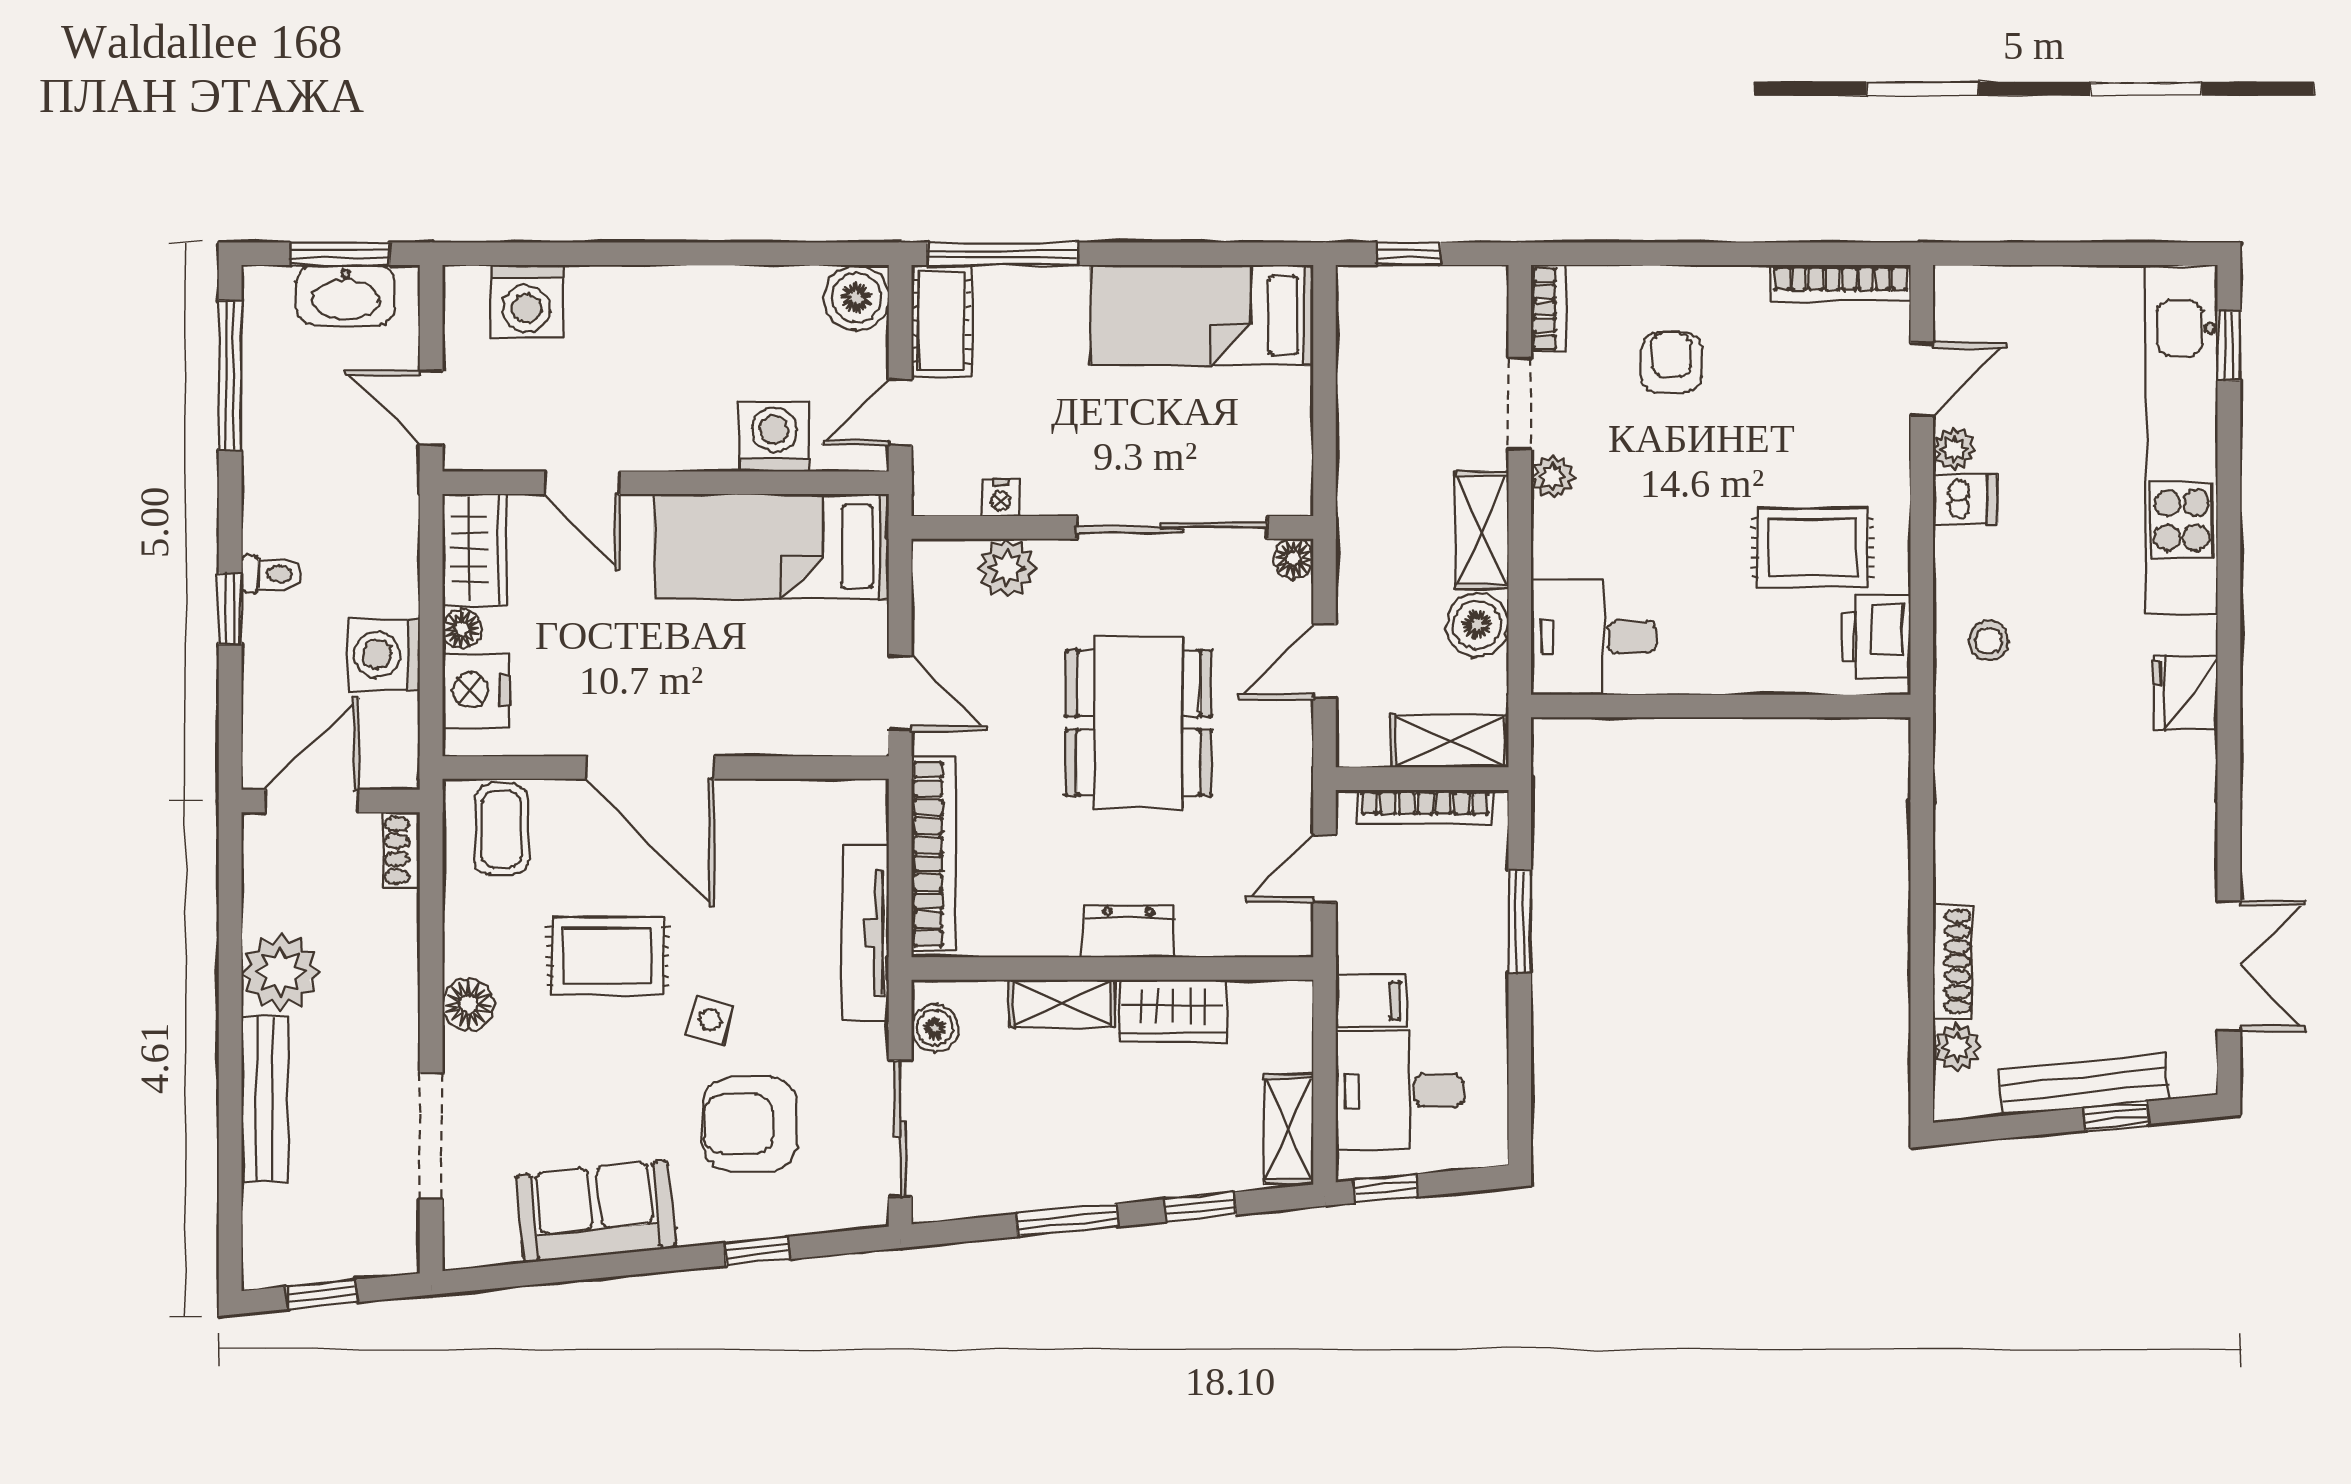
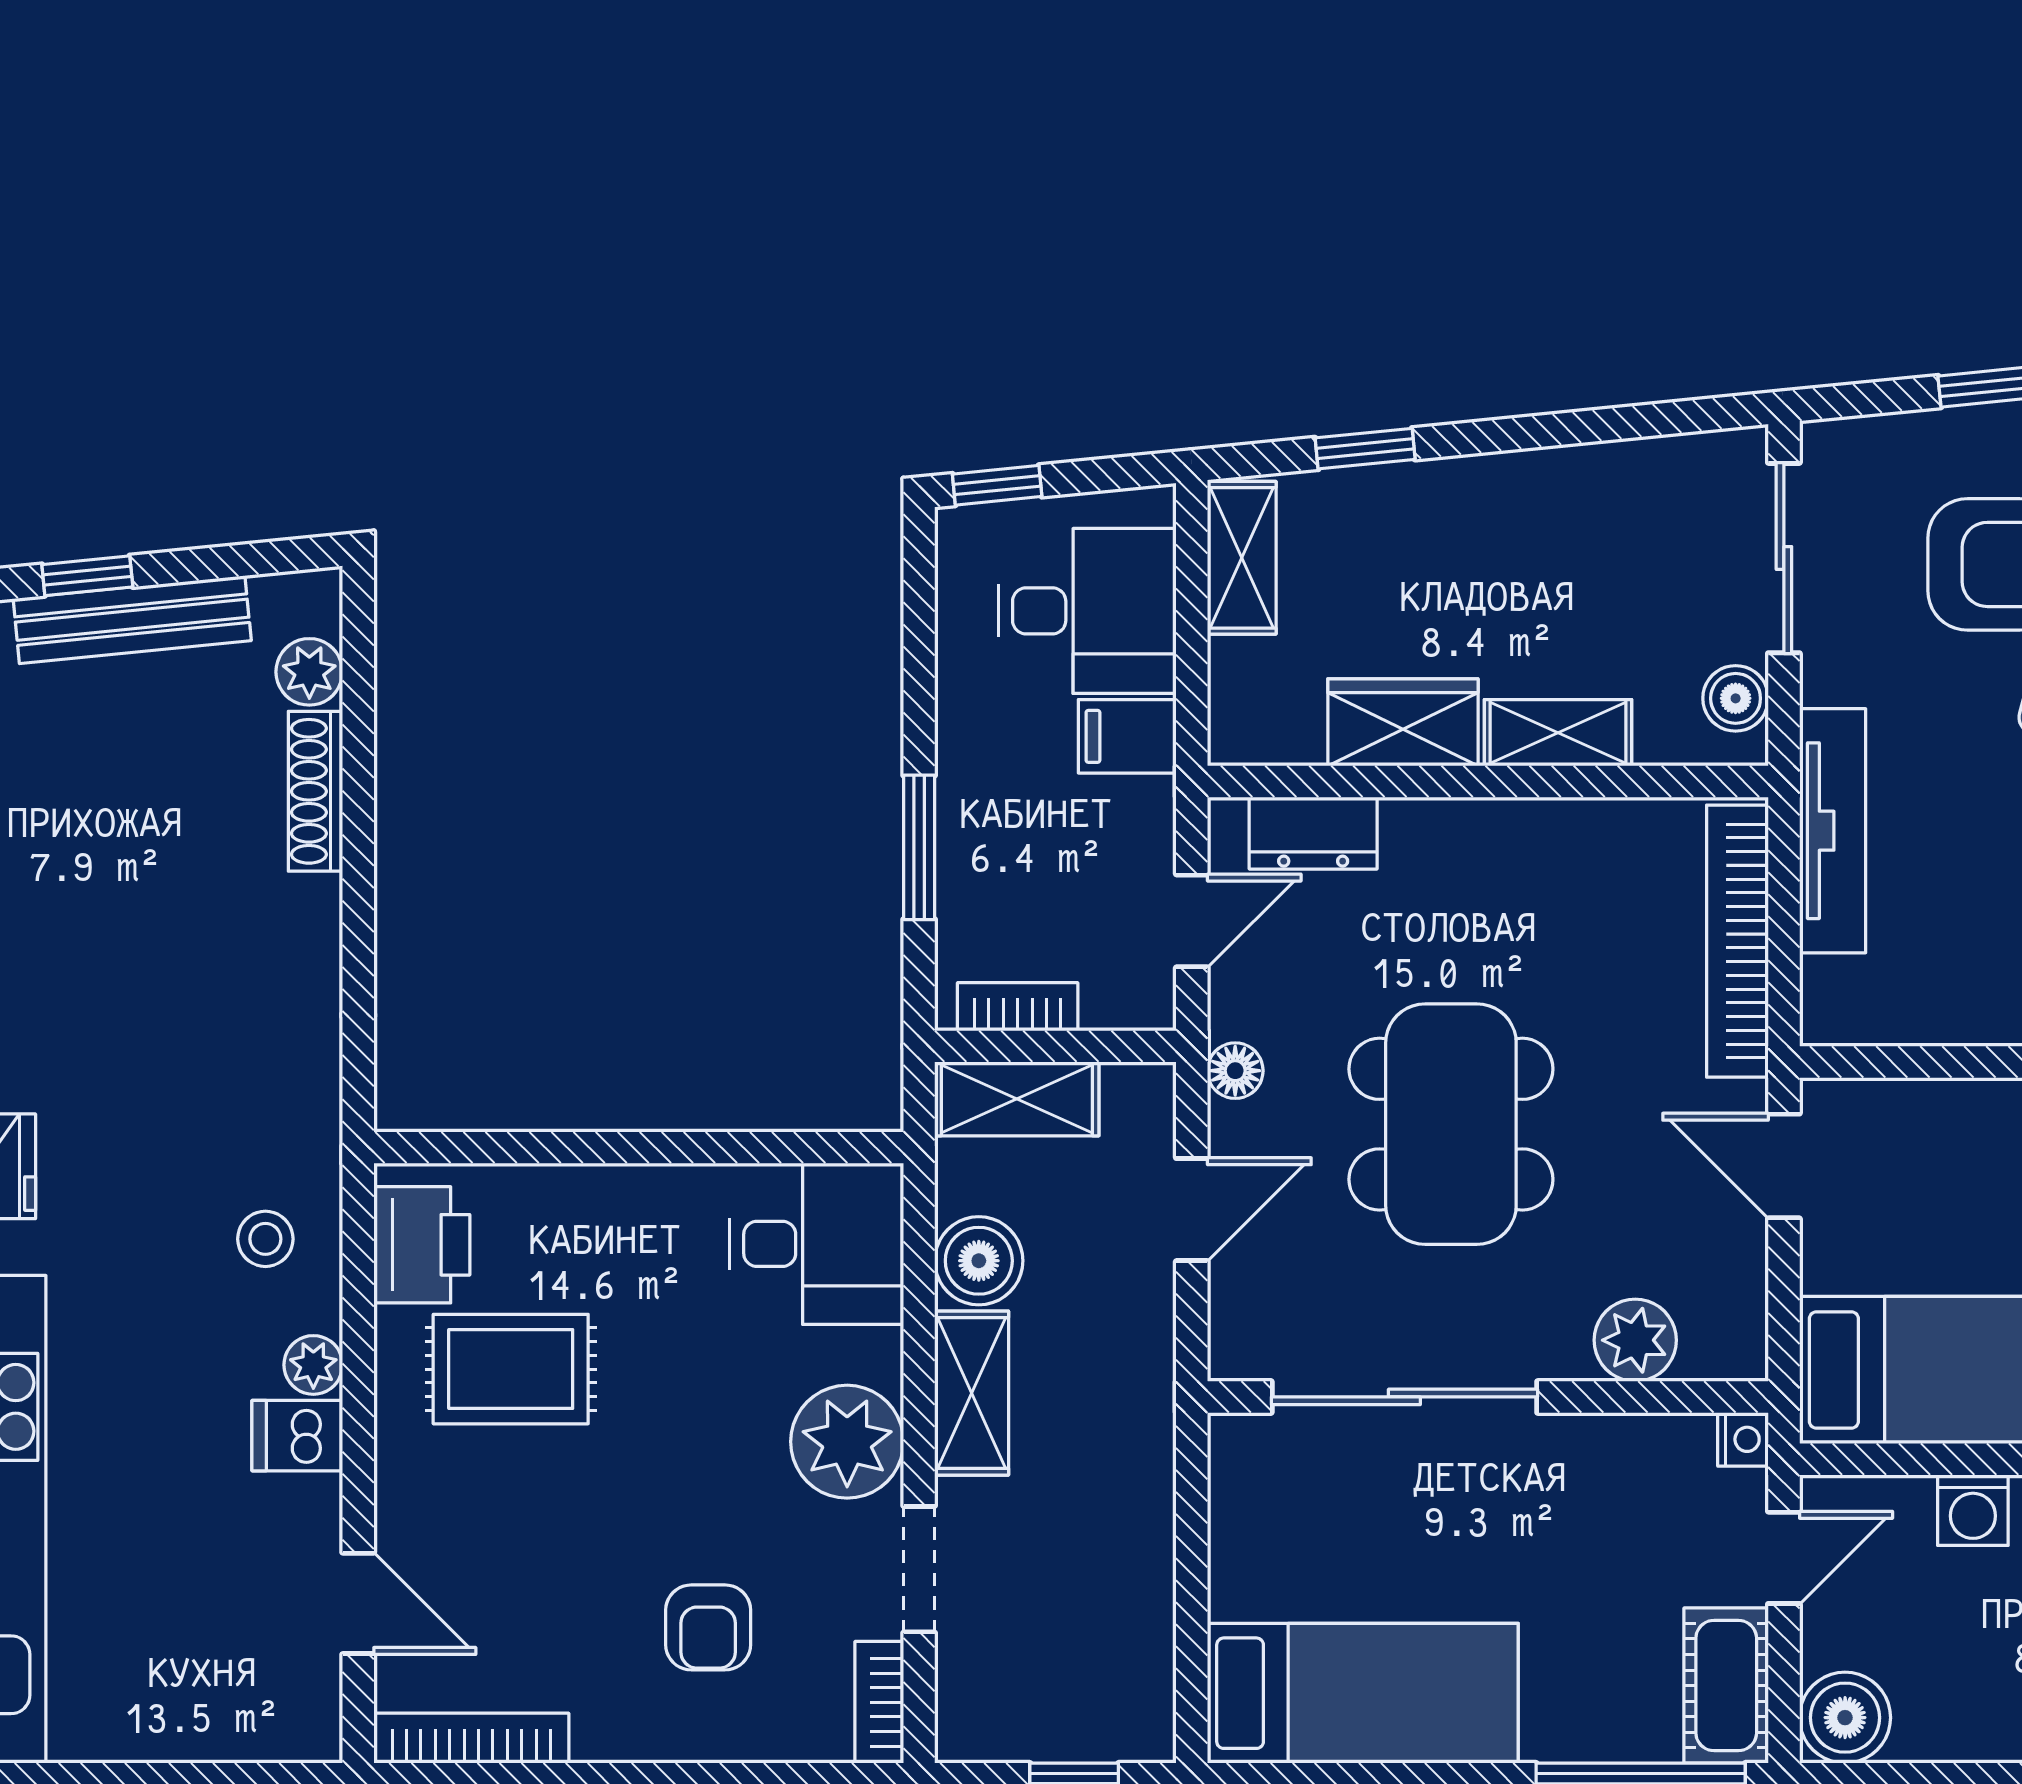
door: (1922, 379) -> (358, 1603), swing flipped
washing machine: (774, 437) -> (1973, 1510), width x0.73, depth x0.73
plant: (1954, 449) -> (313, 1365), moved
plant: (1553, 476) -> (847, 1442), width x1.88, depth x1.88
nightstand: (1001, 498) -> (1743, 1439), moved, turned 90
floor lamp: (1293, 558) -> (1235, 1071), moved
bookcase: (1425, 807) -> (1018, 1007), width x0.64
dresser: (1129, 931) -> (1313, 833), moved
window: (1386, 1189) -> (997, 485), moved
window: (1067, 1220) -> (1551, 430), removed

